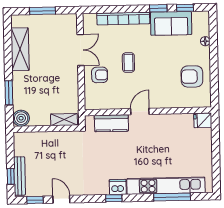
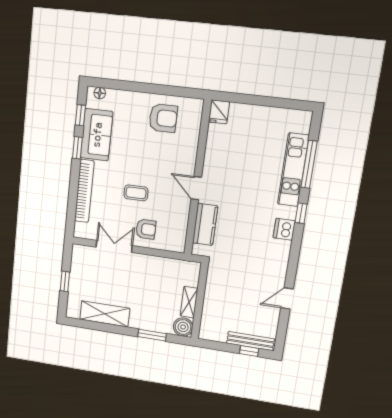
window: (43, 11) -> (65, 281), width x0.67
floor lamp: (205, 41) -> (100, 93), moved
armchair: (100, 75) -> (146, 229), turned 90
armchair: (192, 76) -> (163, 118), turned -90
shelving: (64, 120) -> (189, 302), moved
kitchen unit: (166, 186) -> (293, 170), width x0.73
window: (114, 198) -> (301, 213), moved
window: (35, 200) -> (282, 329), removed

